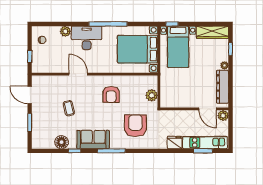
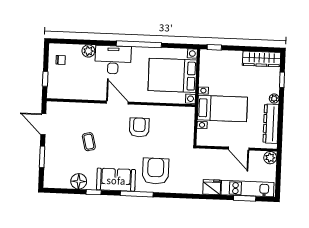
bed with nightstands: (178, 47) -> (222, 109), moved, turned -90
door: (78, 74) -> (117, 103), moved
armchair: (111, 94) -> (139, 127), turned 180
plant: (152, 95) -> (187, 130), removed
door: (208, 109) -> (239, 149), moved
armchair: (135, 126) -> (156, 171), moved

